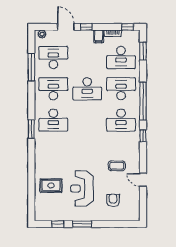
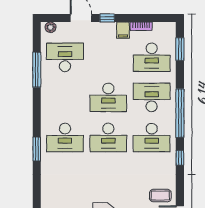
window: (128, 27) -> (160, 18), removed
desk: (53, 89) -> (108, 138), moved, turned 180
coffee table: (117, 166) -> (160, 196), moved

